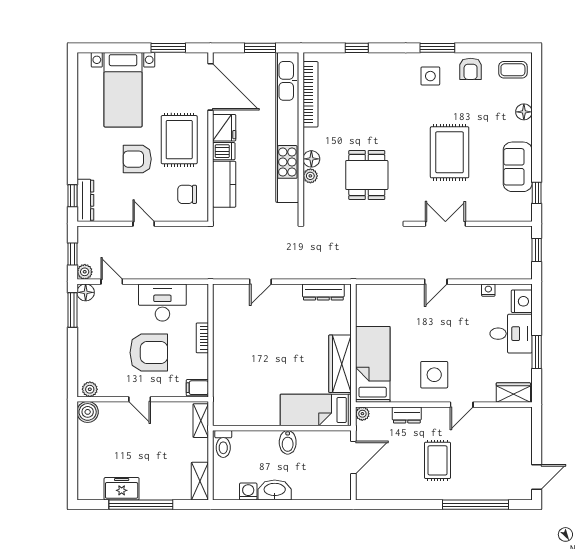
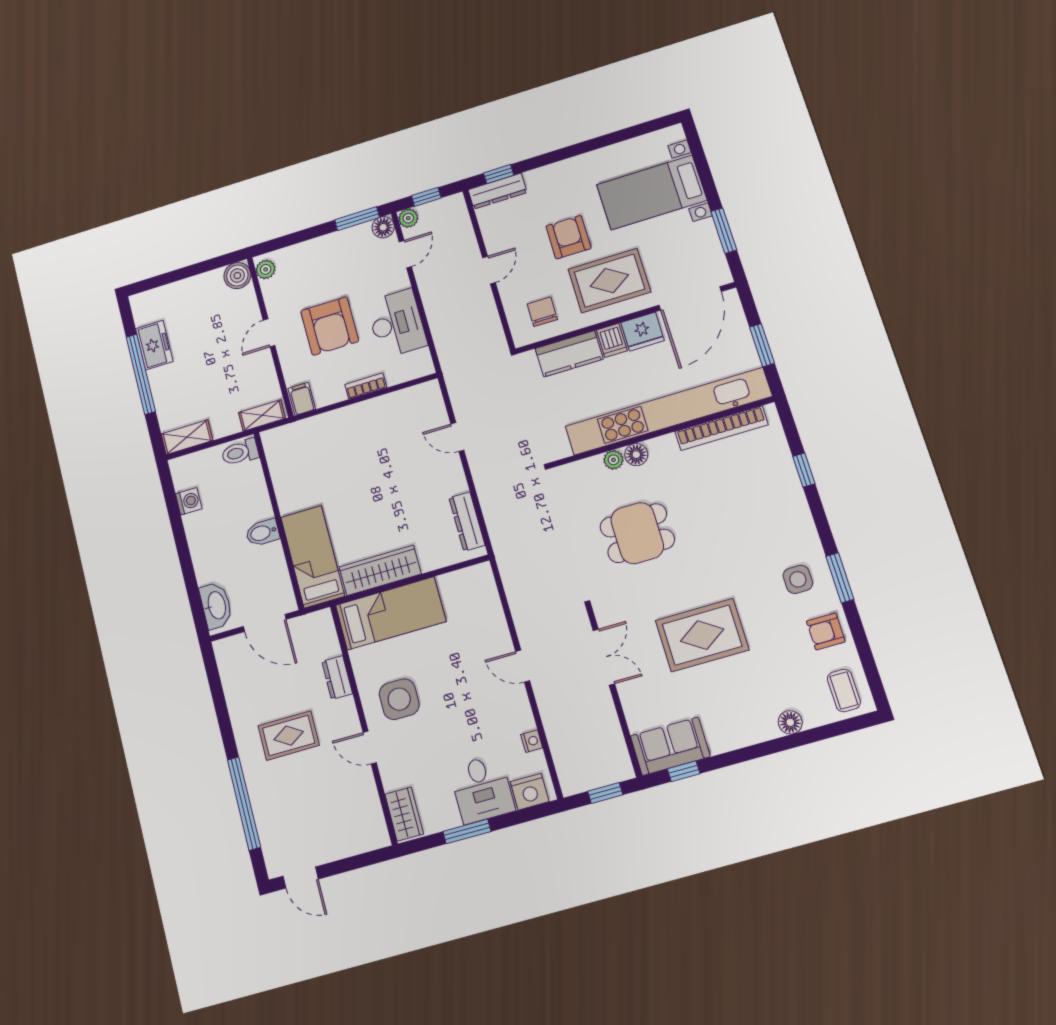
sofa: (518, 167) -> (670, 746), moved
plant: (362, 414) -> (324, 618), removed
washbasin: (275, 490) -> (216, 606), moved

